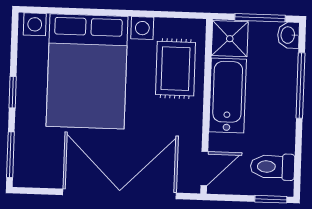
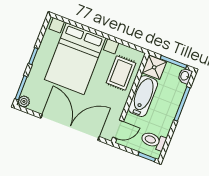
plant: (24, 177) -> (24, 101), added

